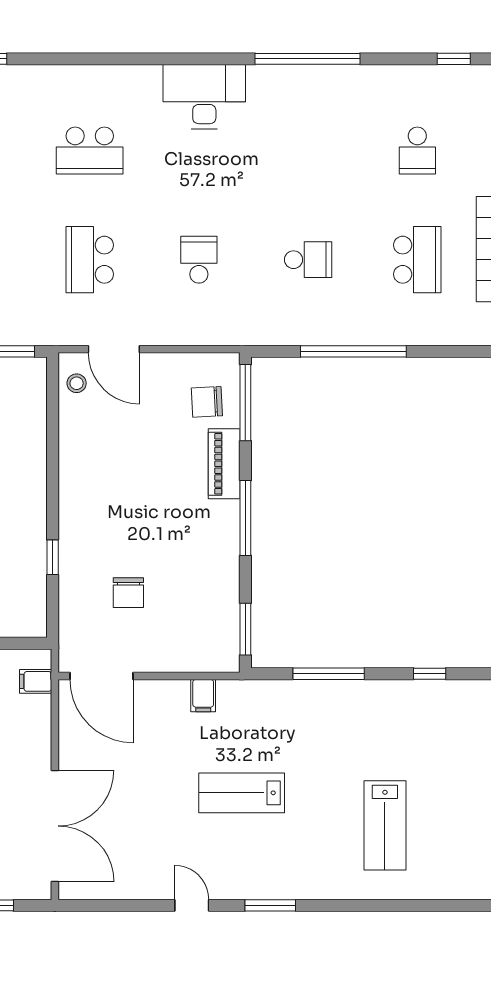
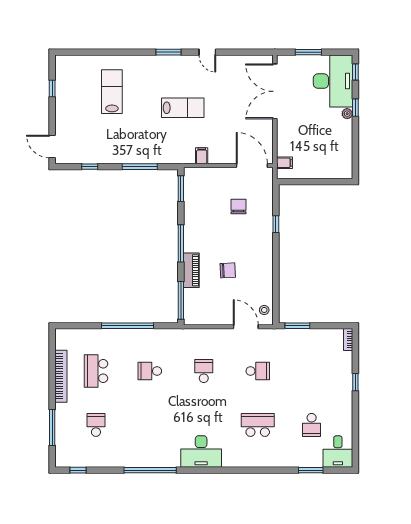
school desk: (90, 260) -> (258, 371), width x0.54
school desk: (199, 260) -> (204, 371), turned 180
chair: (207, 402) -> (228, 270), moved

